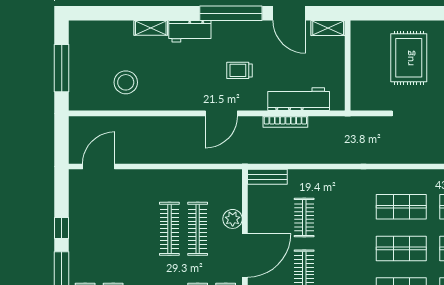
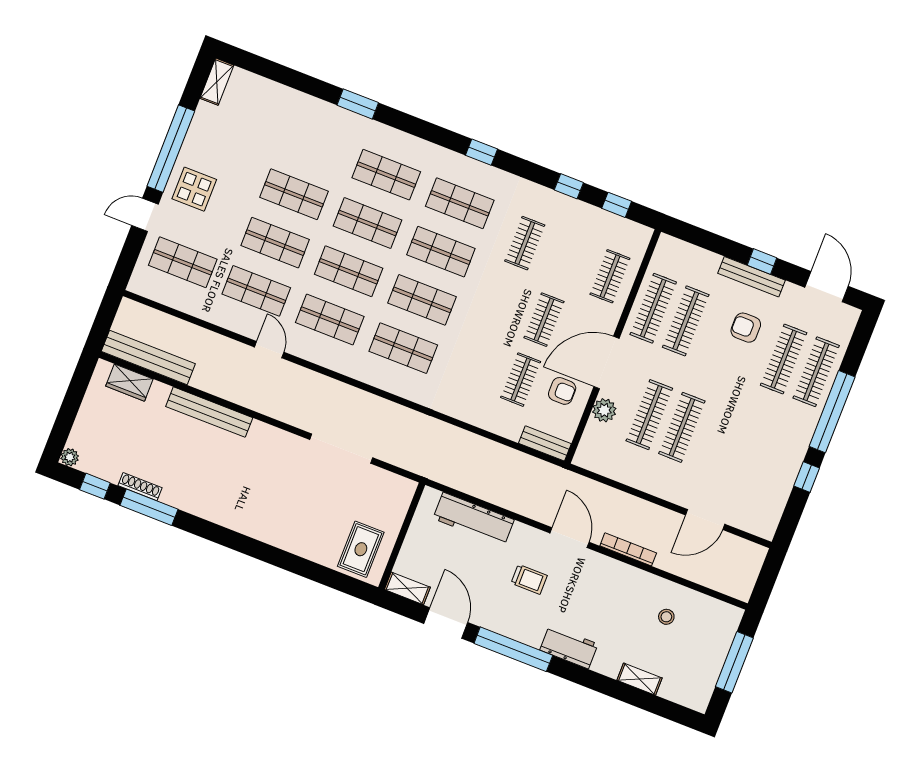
shelving: (151, 28) -> (640, 679), moved
rug: (409, 58) -> (361, 549), moved, width x0.73, depth x0.70
stool: (126, 82) -> (666, 617), width x0.53, depth x0.53
door: (221, 113) -> (570, 538), hinge flipped
bookcase: (285, 122) -> (628, 549), moved
door: (99, 167) -> (705, 520), moved
armchair: (270, 221) -> (562, 391), added

